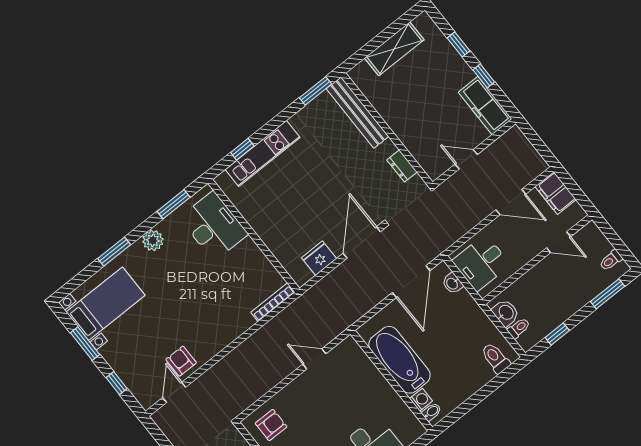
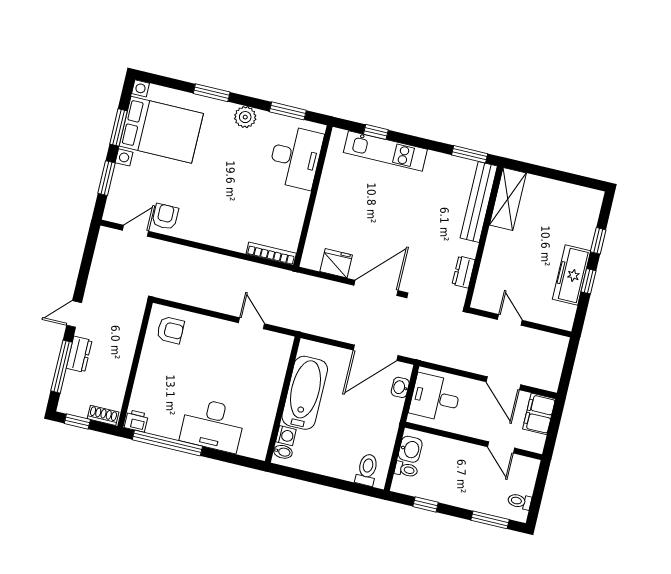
shelving: (394, 49) -> (508, 199), moved, turned 90
freezer: (485, 106) -> (572, 275), moved
bed with nightstands: (106, 304) -> (161, 130), width x1.36
window: (117, 383) -> (106, 178), width x1.50

